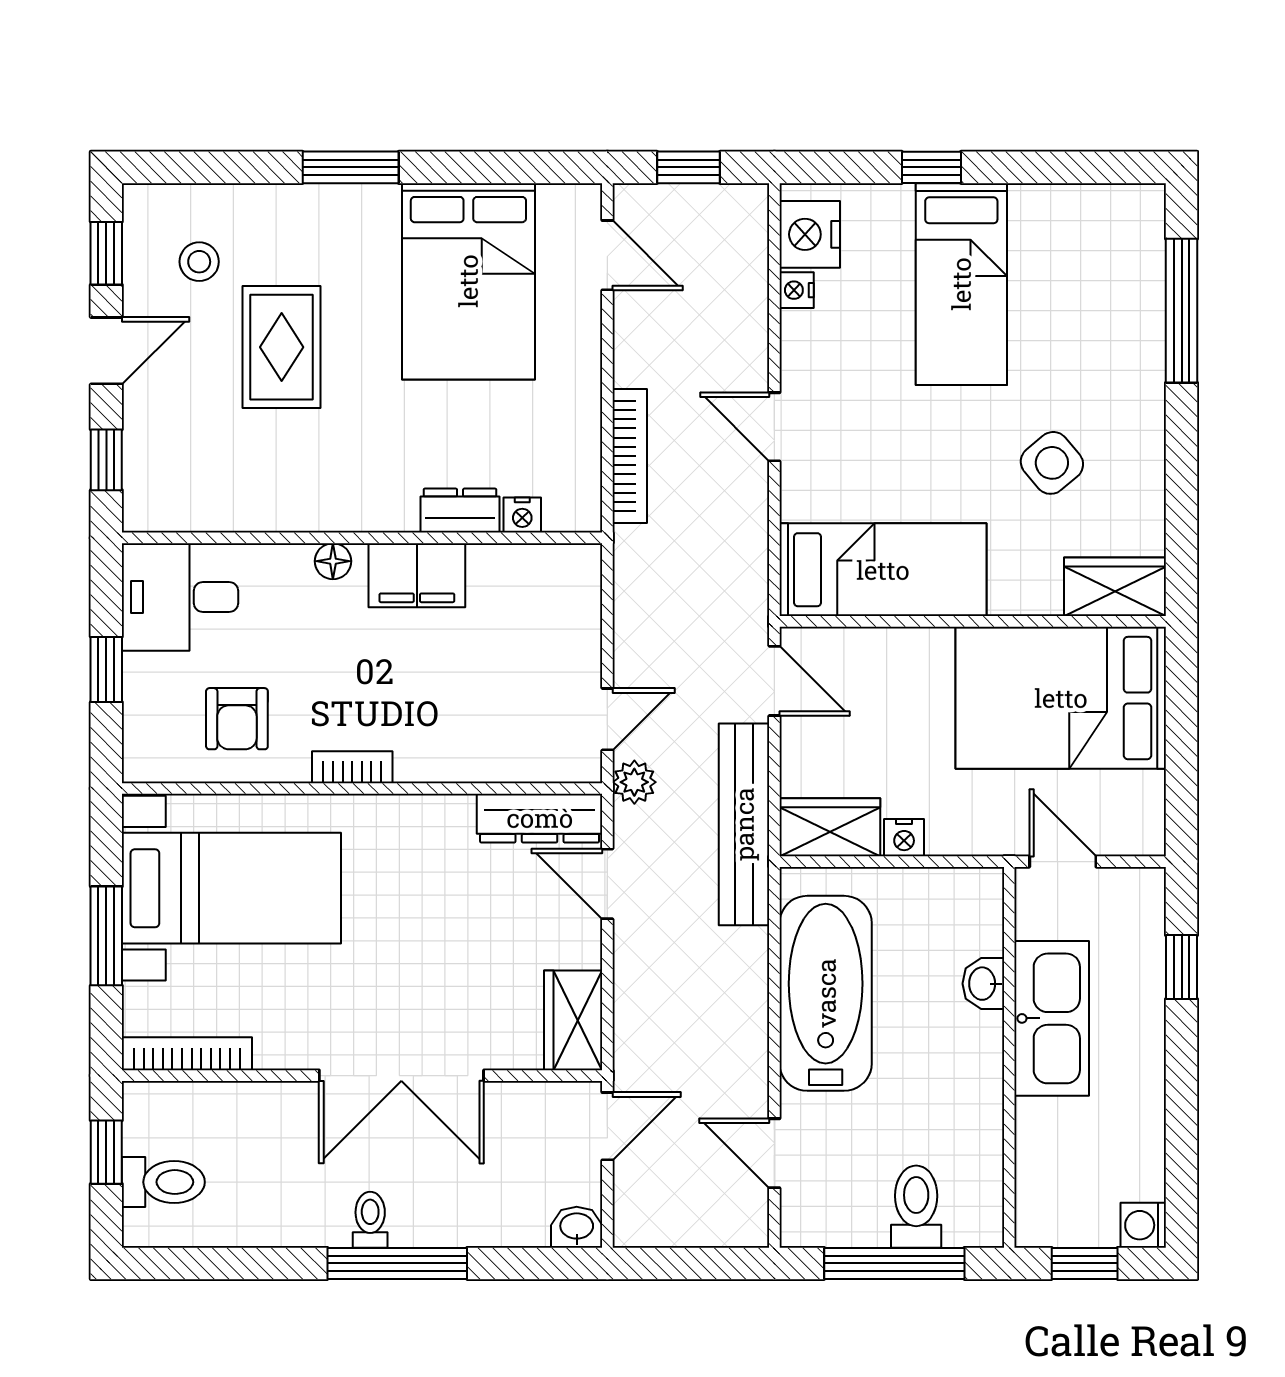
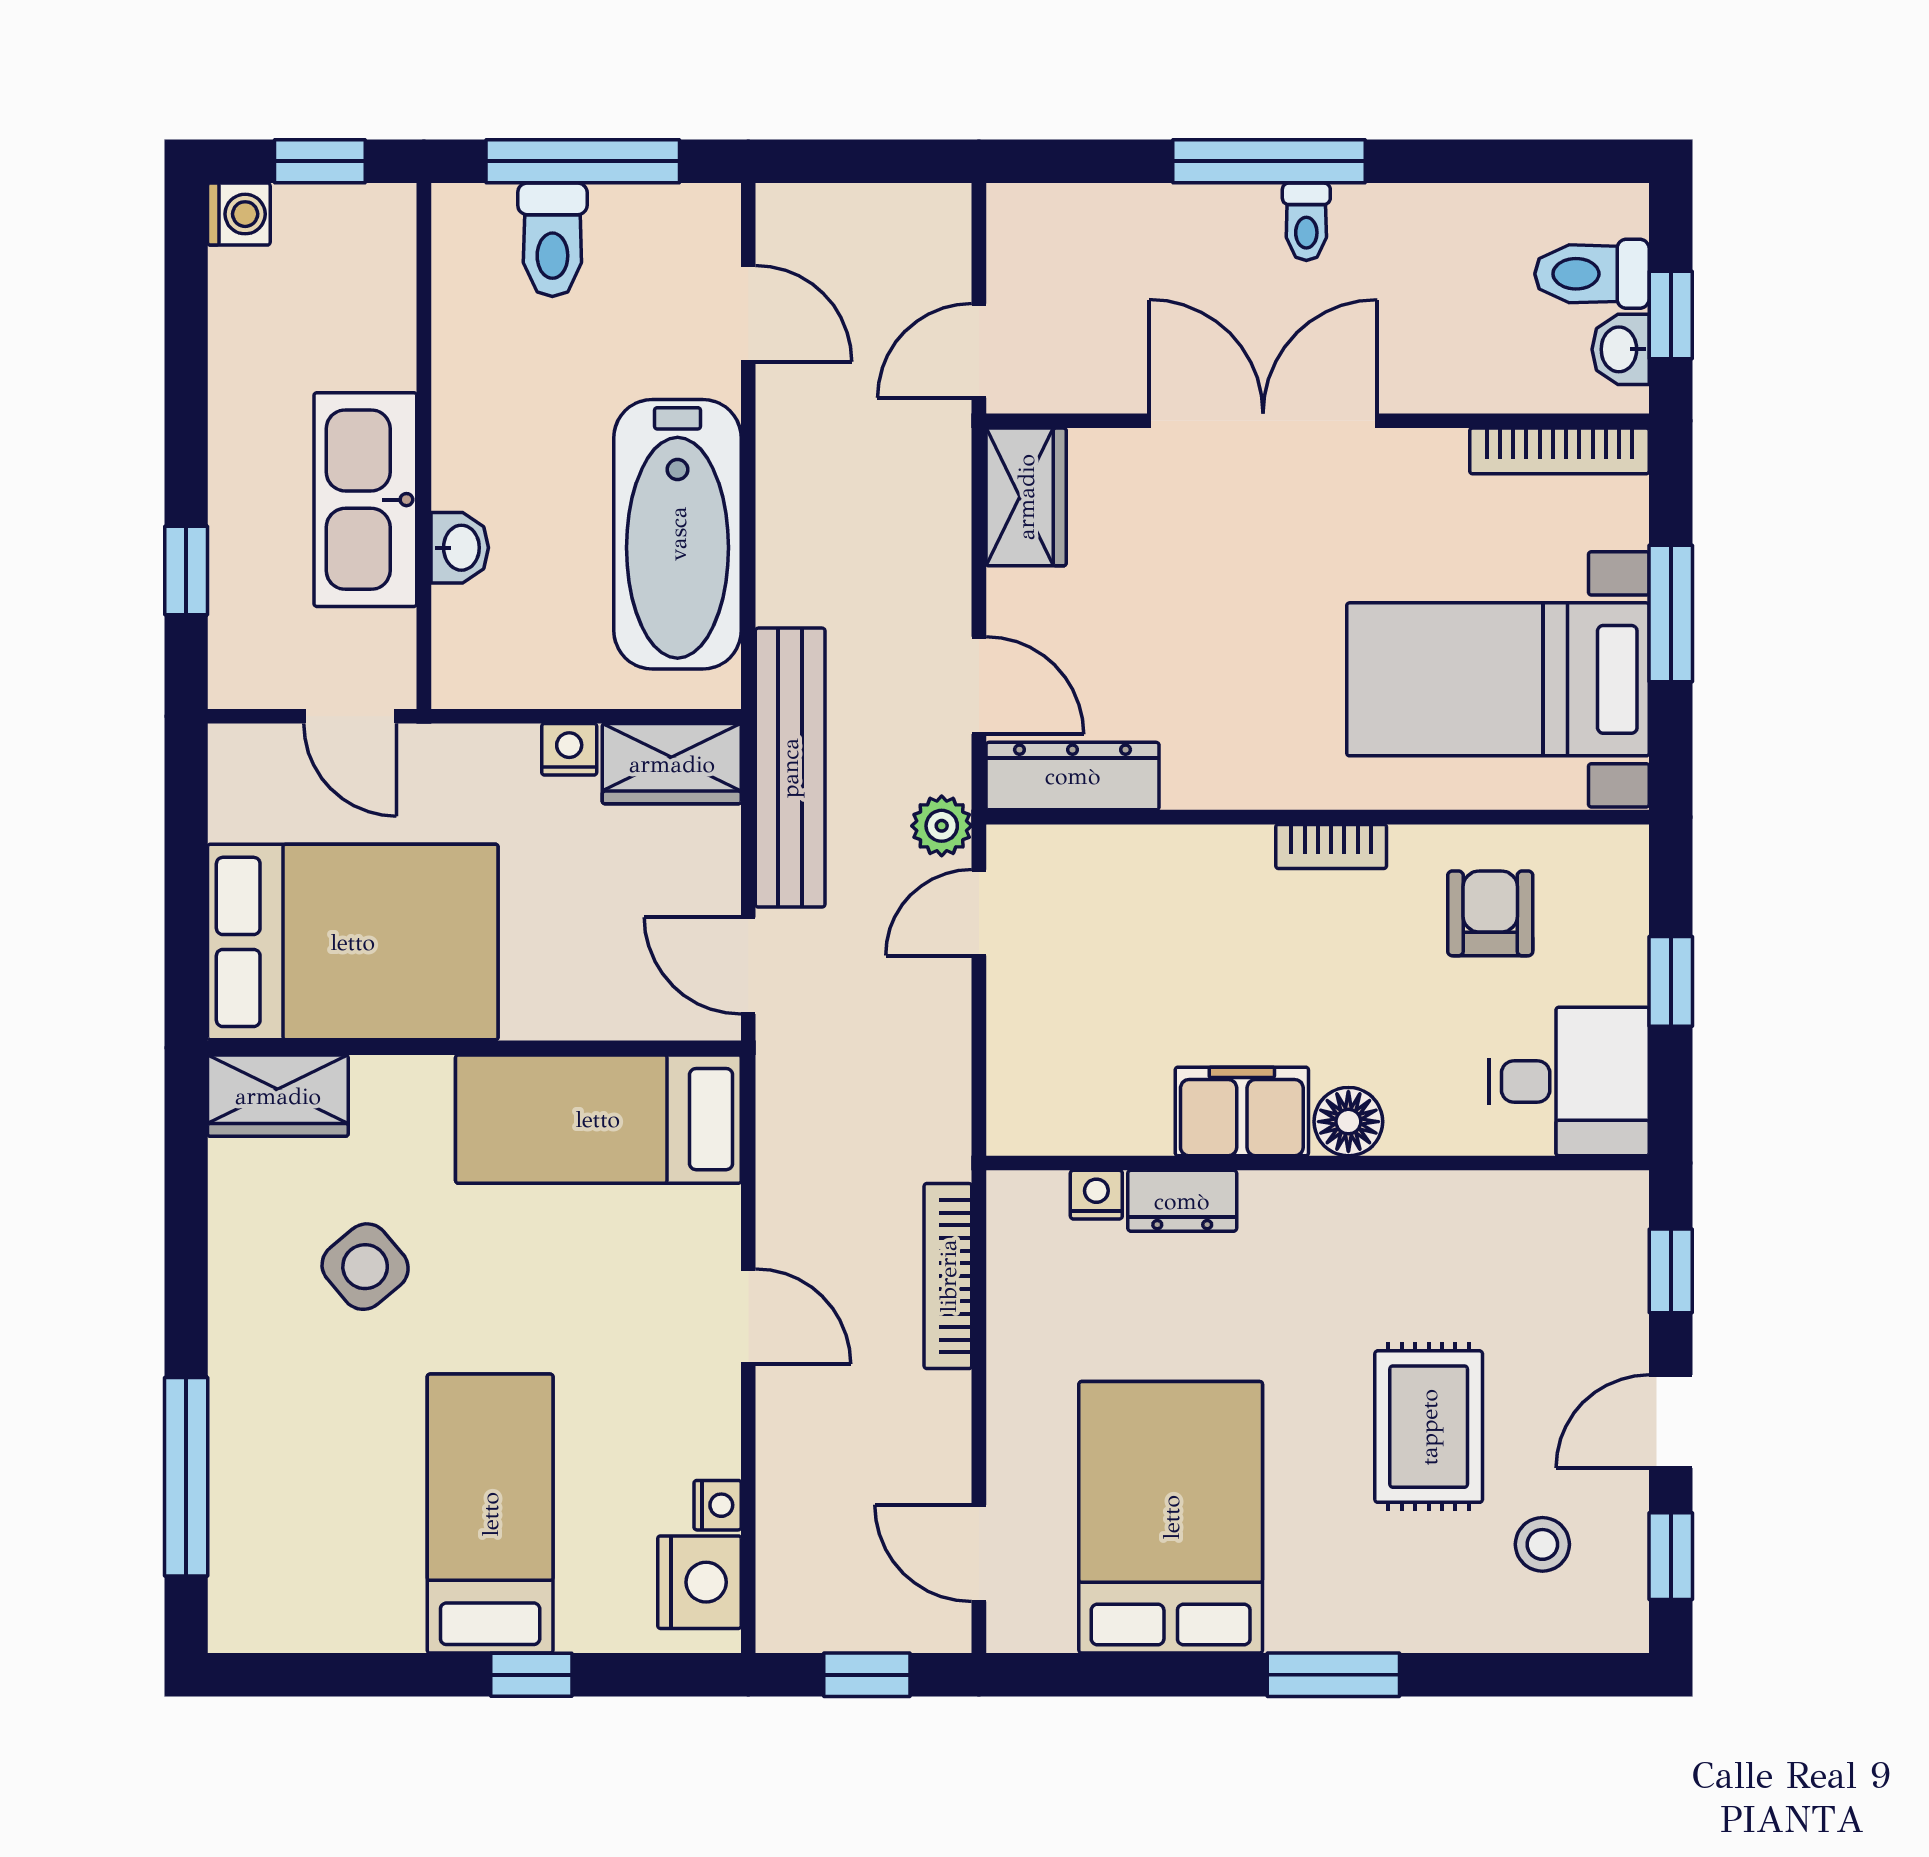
floor lamp: (333, 561) -> (1348, 1122), width x1.37, depth x1.37
washbasin: (577, 1227) -> (1621, 349), moved, turned 90

